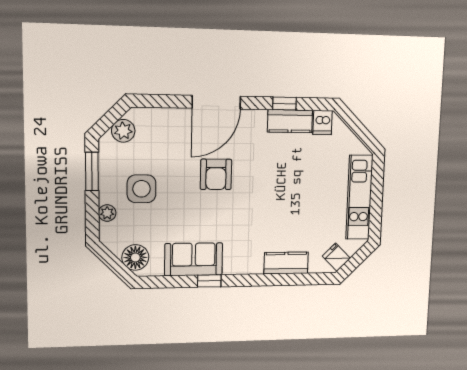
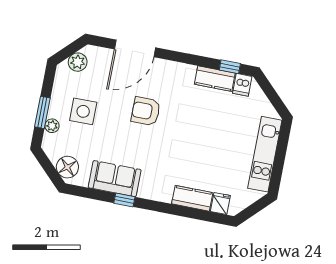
door: (216, 102) -> (135, 48), moved
window: (285, 104) -> (230, 67), moved
window: (92, 171) -> (42, 112), moved
armchair: (216, 174) -> (146, 111), turned 90
fridge: (336, 257) -> (220, 203), moved, turned 45

